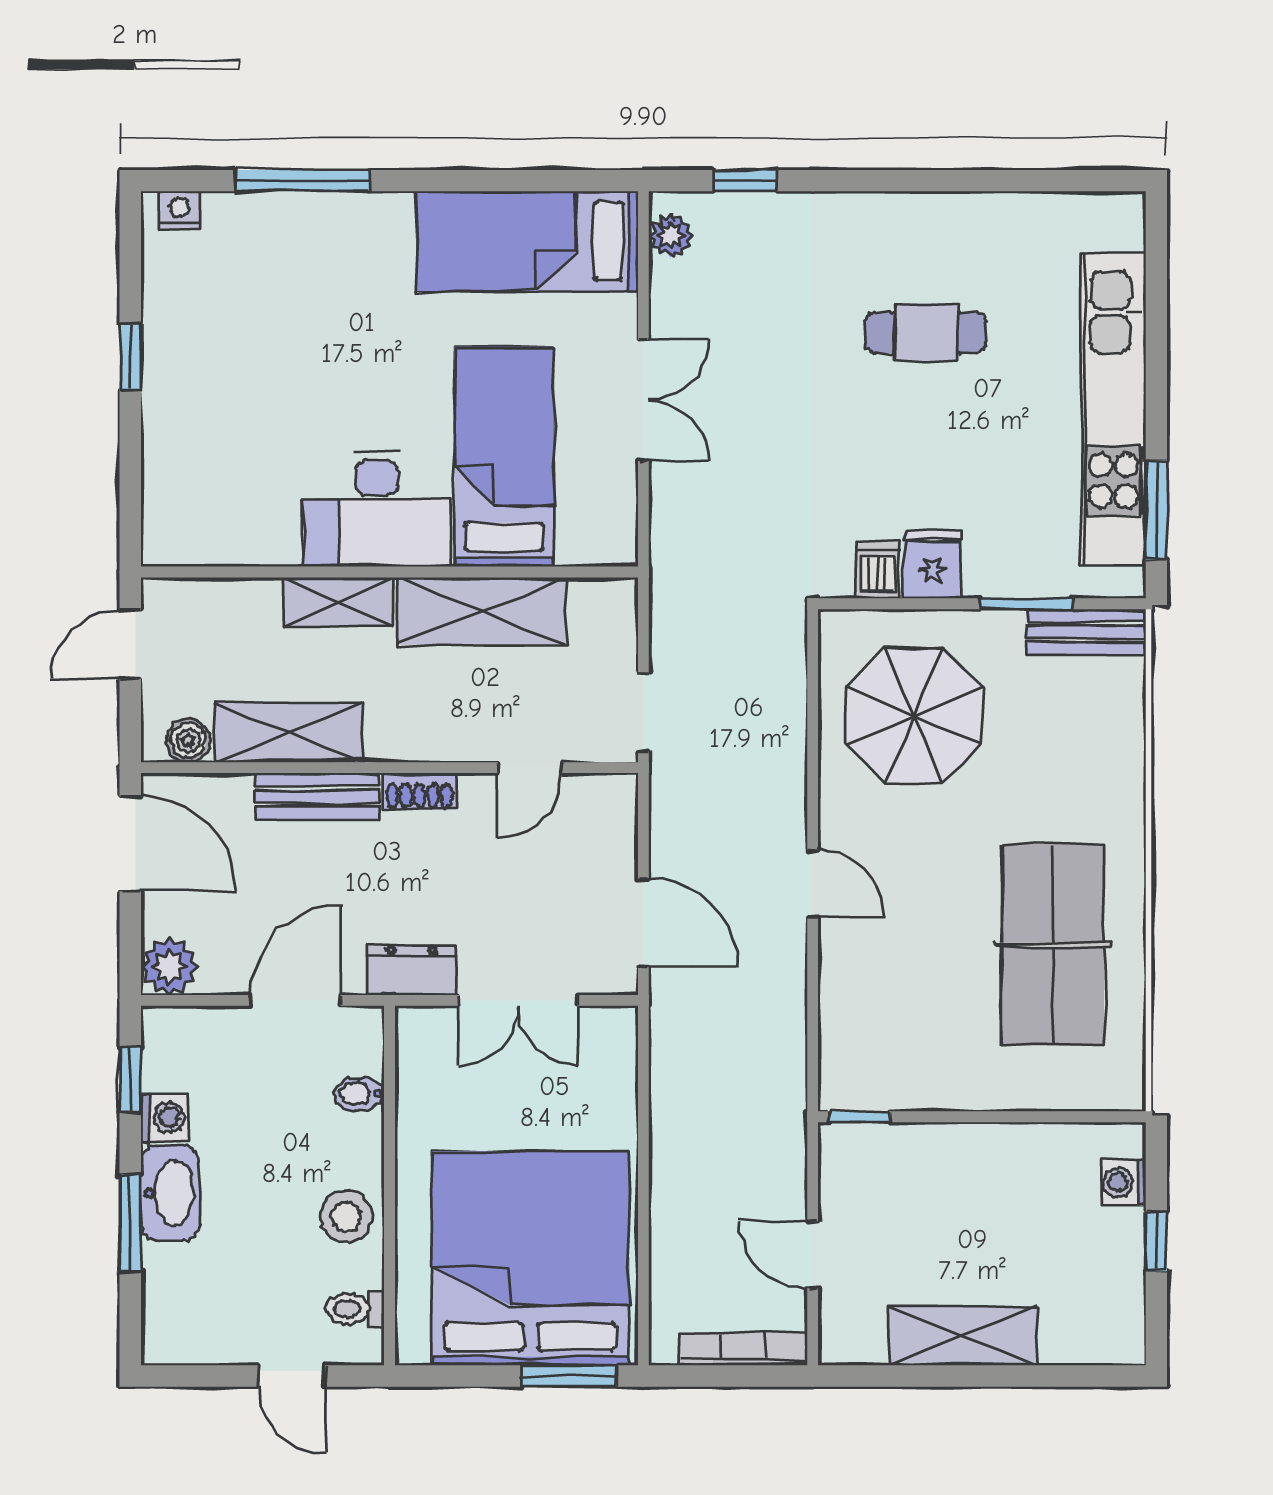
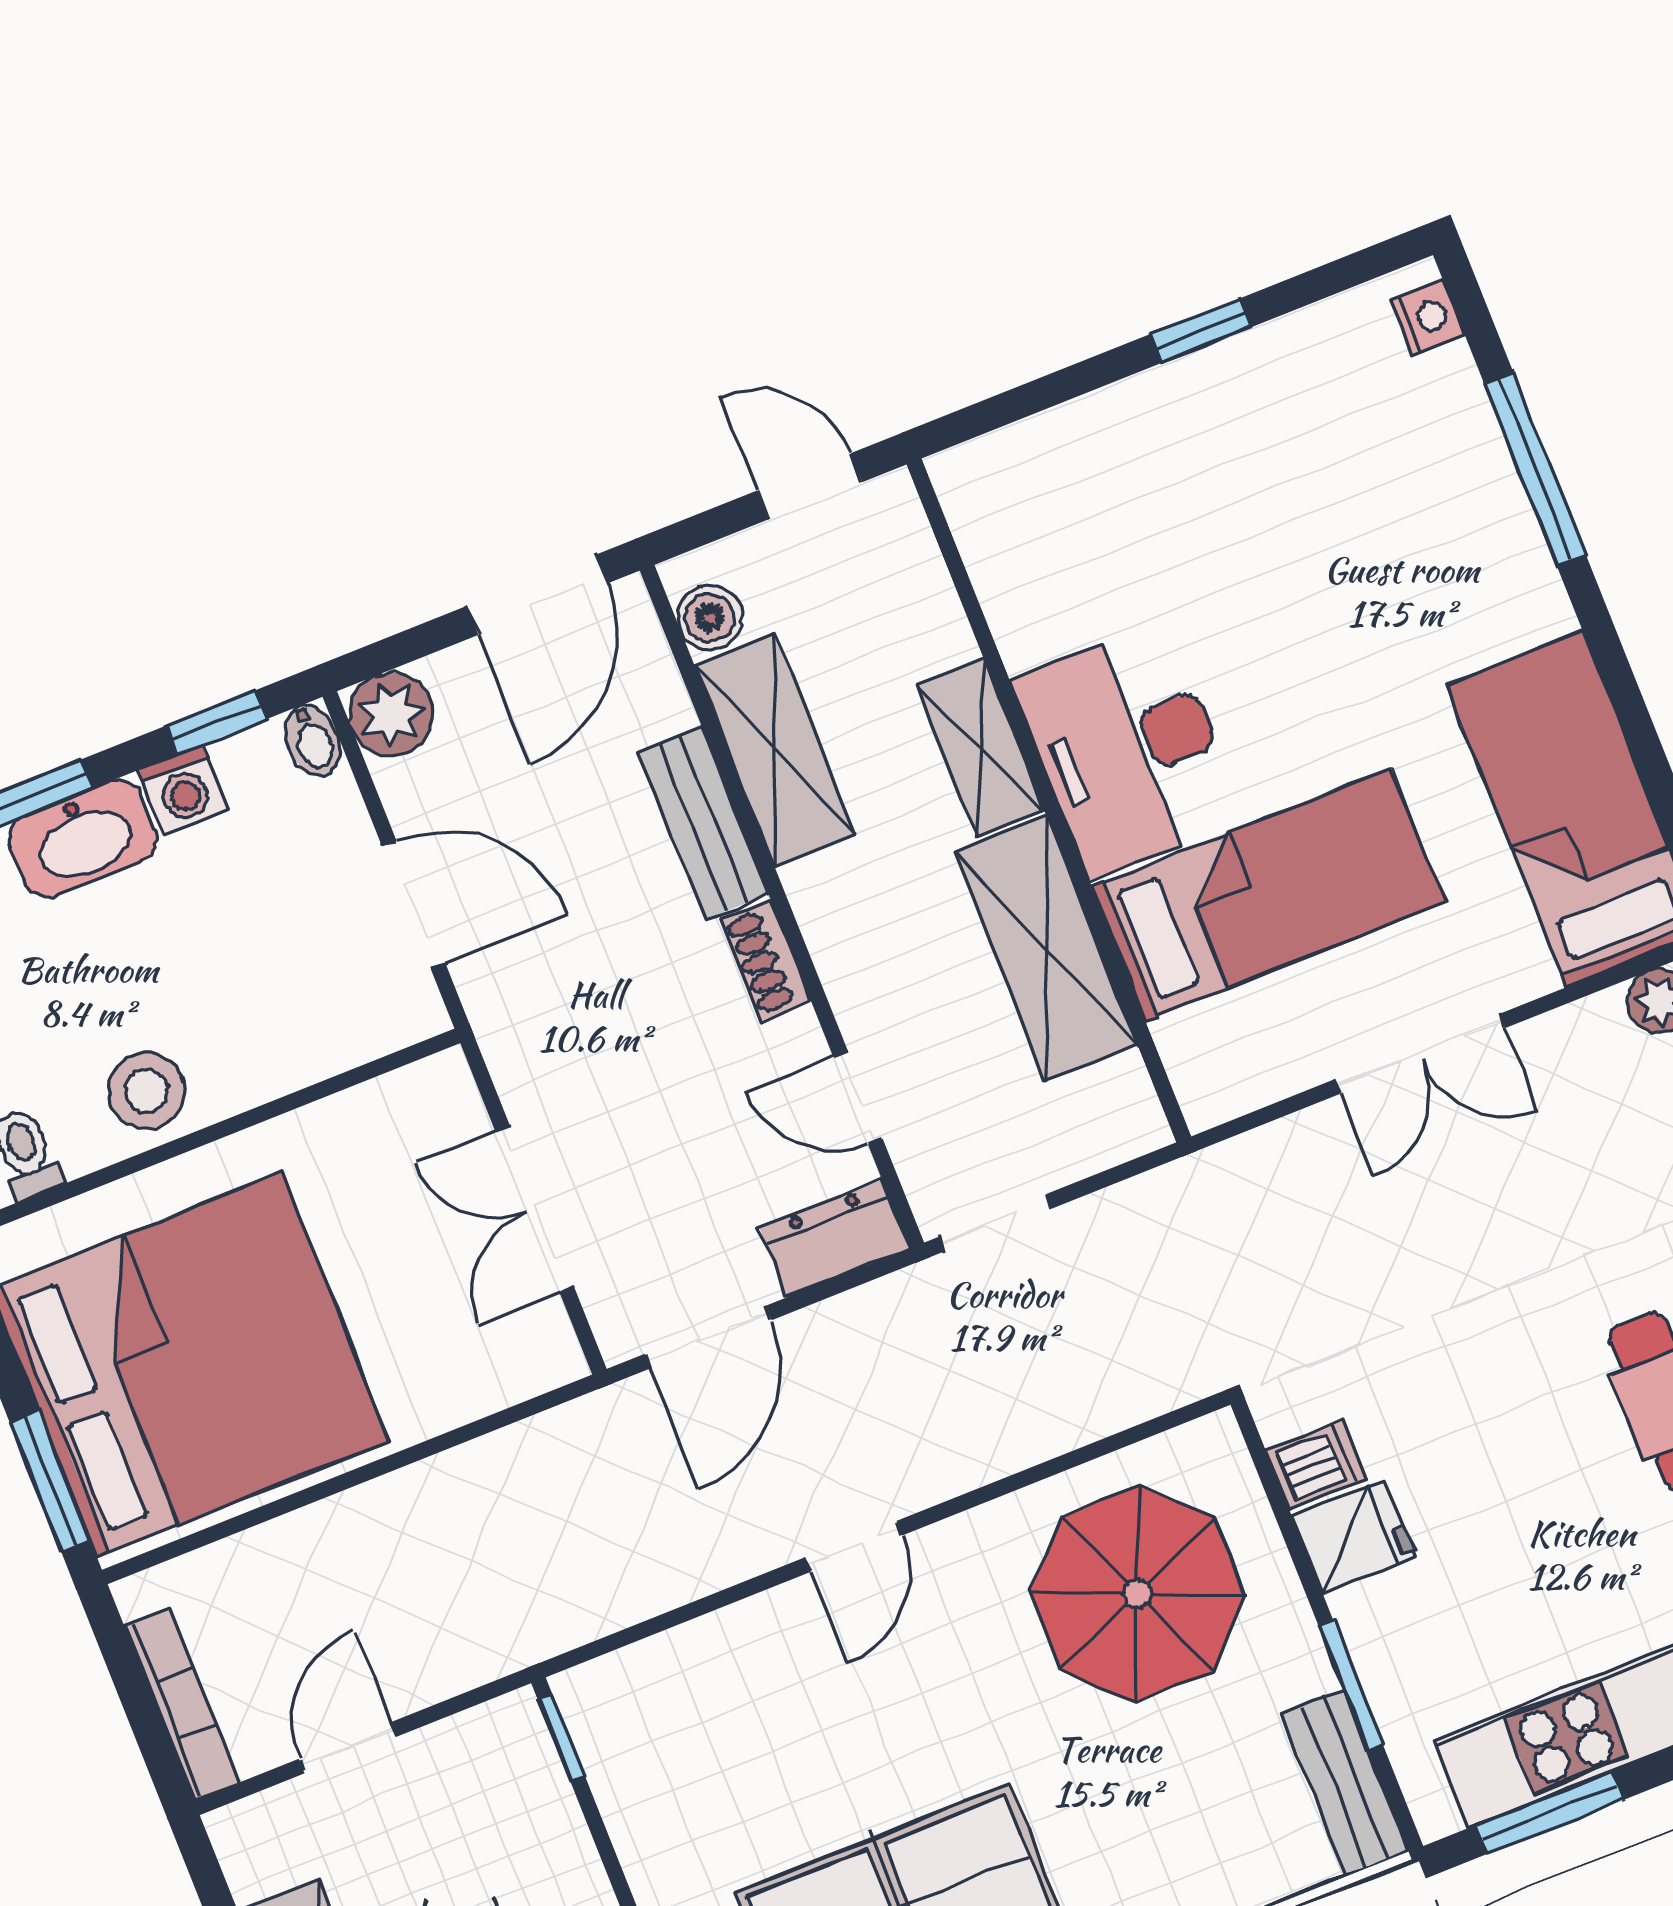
dresser: (412, 970) -> (835, 1238), moved, turned -90
bidet: (359, 1094) -> (313, 740), moved, turned 180

